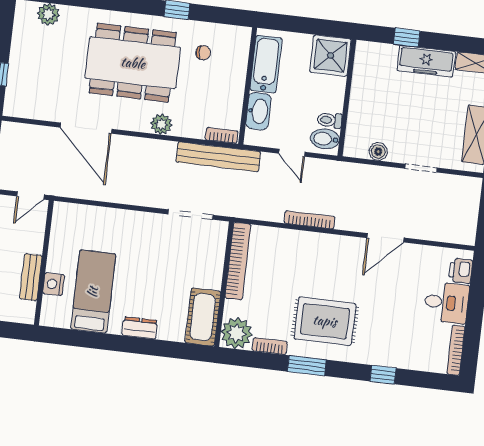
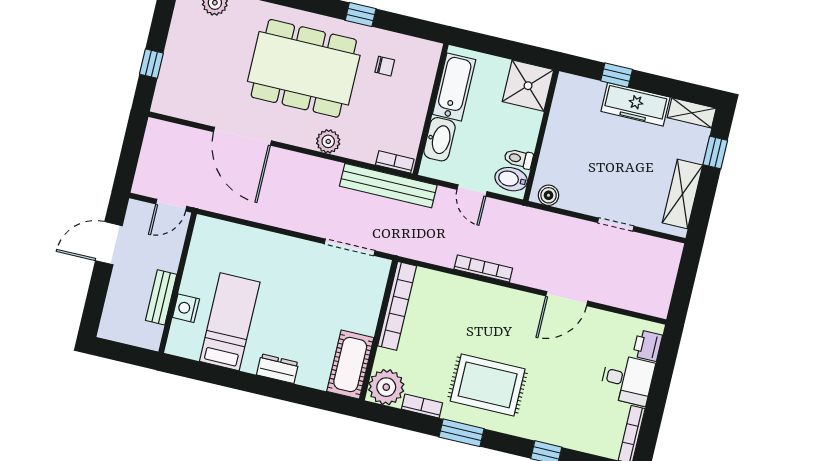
boiler: (378, 152) -> (549, 195), moved

